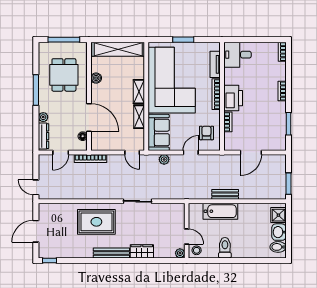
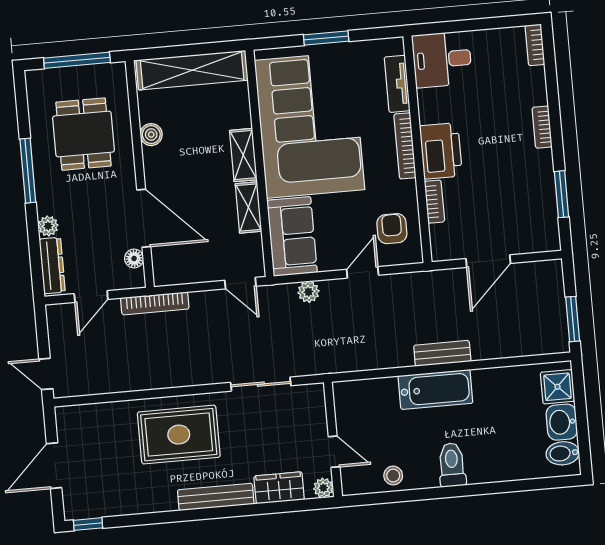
wall: (187, 231) -> (333, 439), moved
door: (187, 236) -> (334, 452), moved
plant: (180, 253) -> (323, 488), moved

